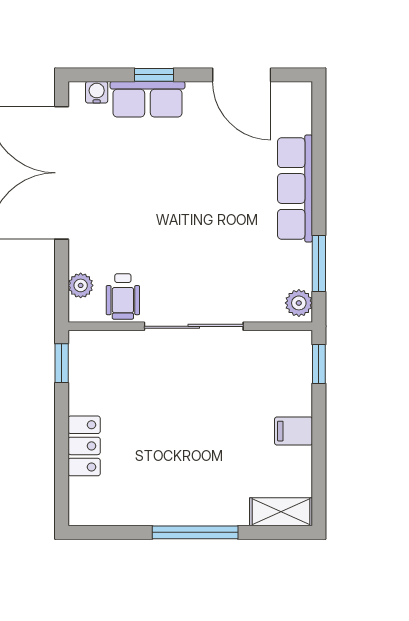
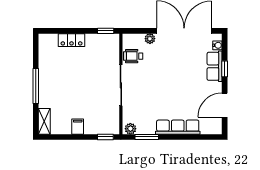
plant: (81, 285) -> (150, 39), moved

